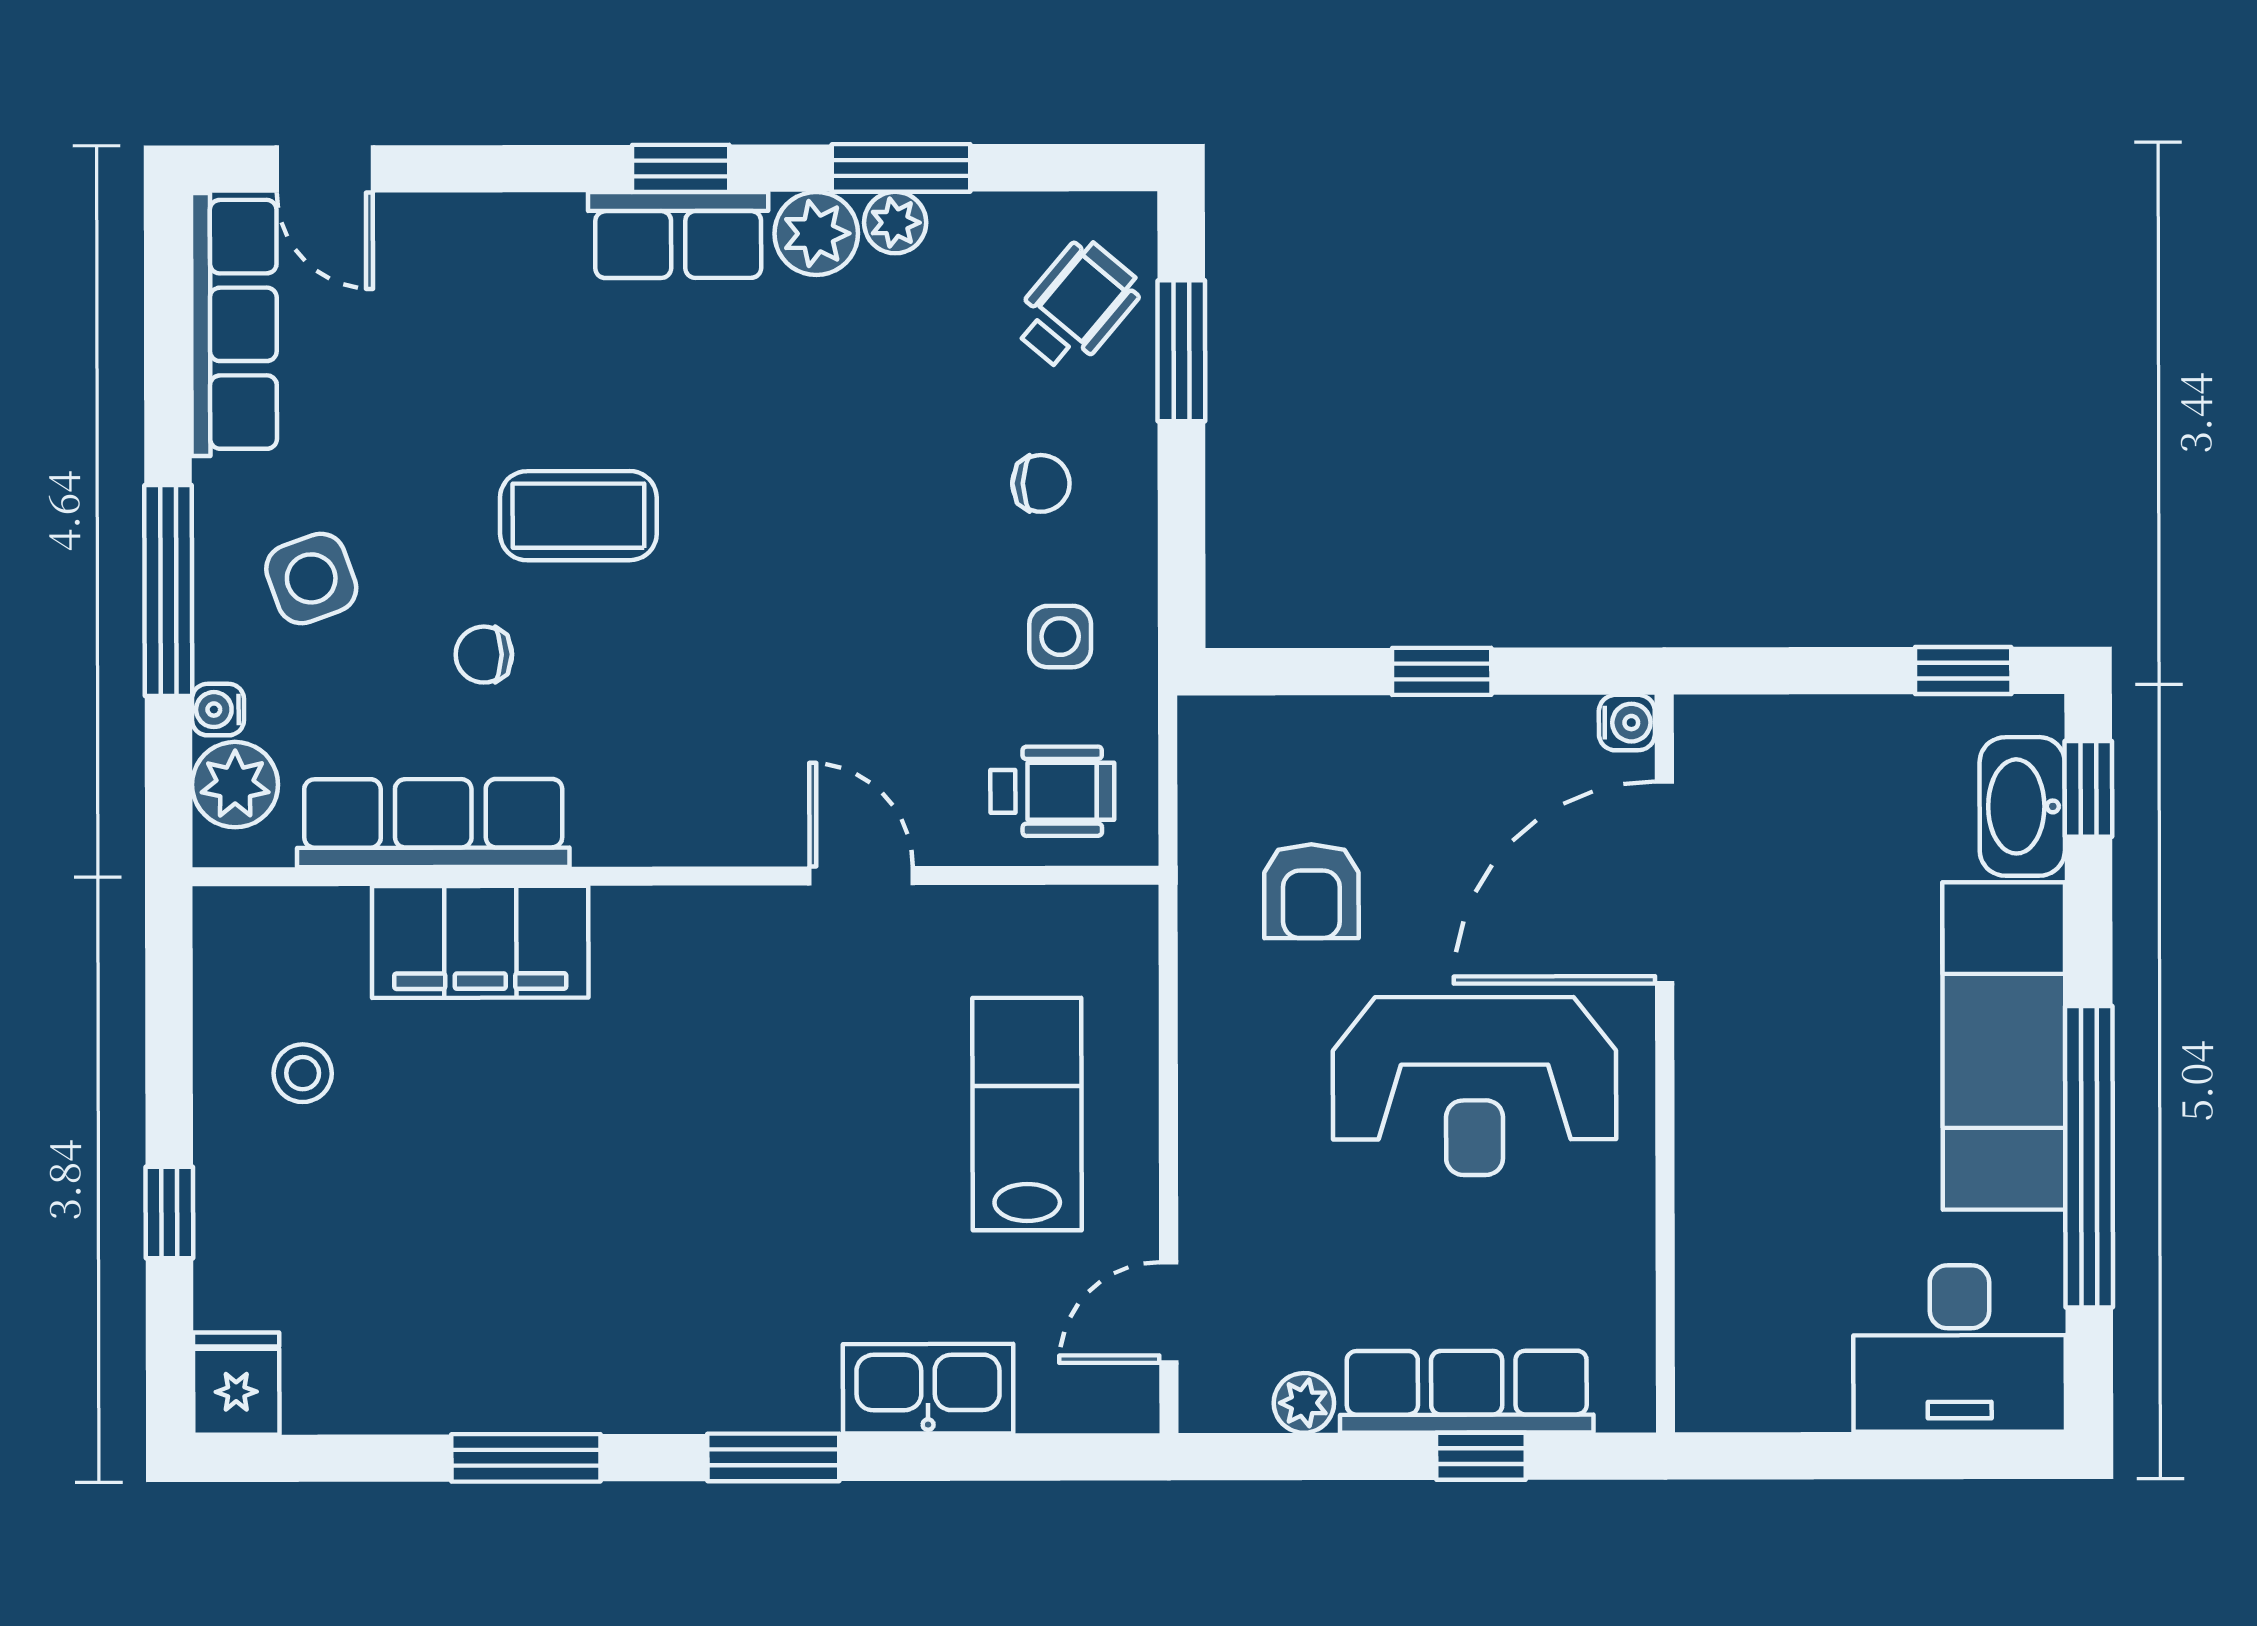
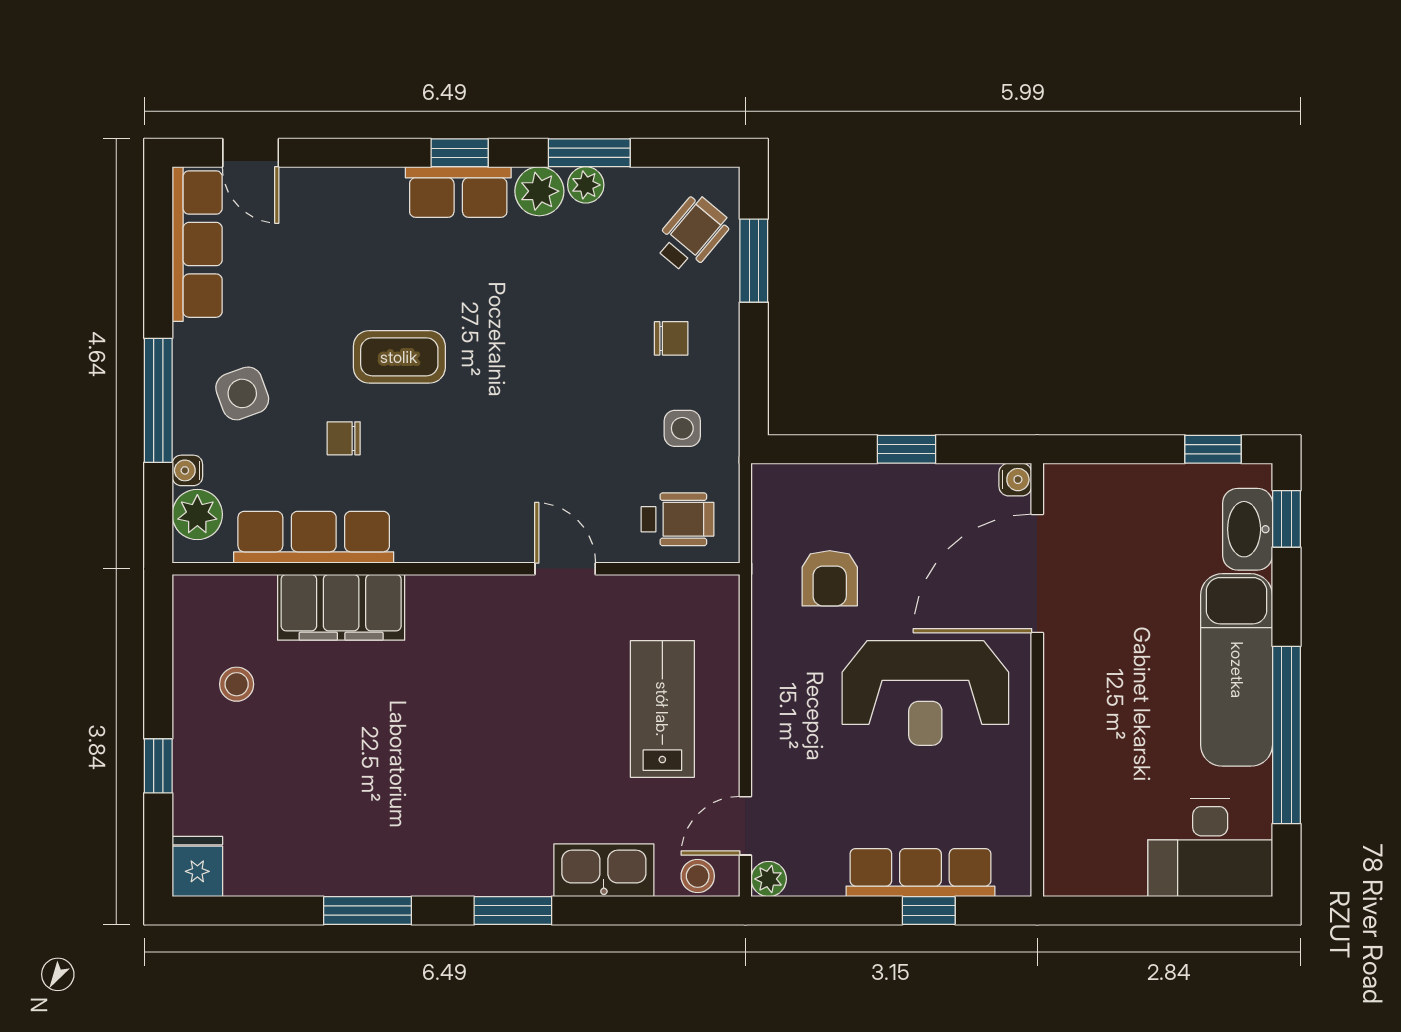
stool: (1088, 1398) -> (698, 876), added
plant: (1304, 1403) -> (769, 879), moved

